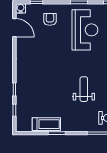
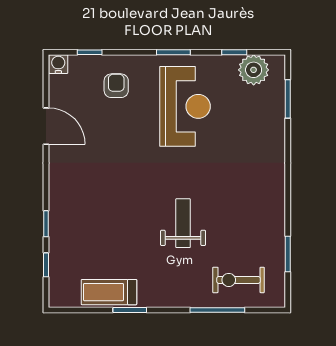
door: (14, 28) -> (46, 126), moved
treadmill: (46, 124) -> (109, 292), turned 180

